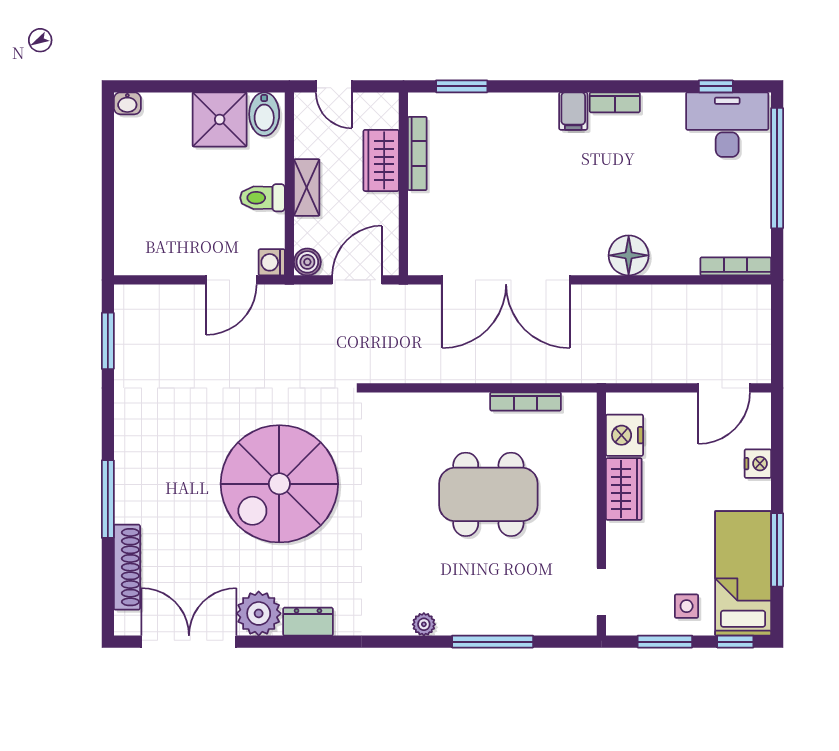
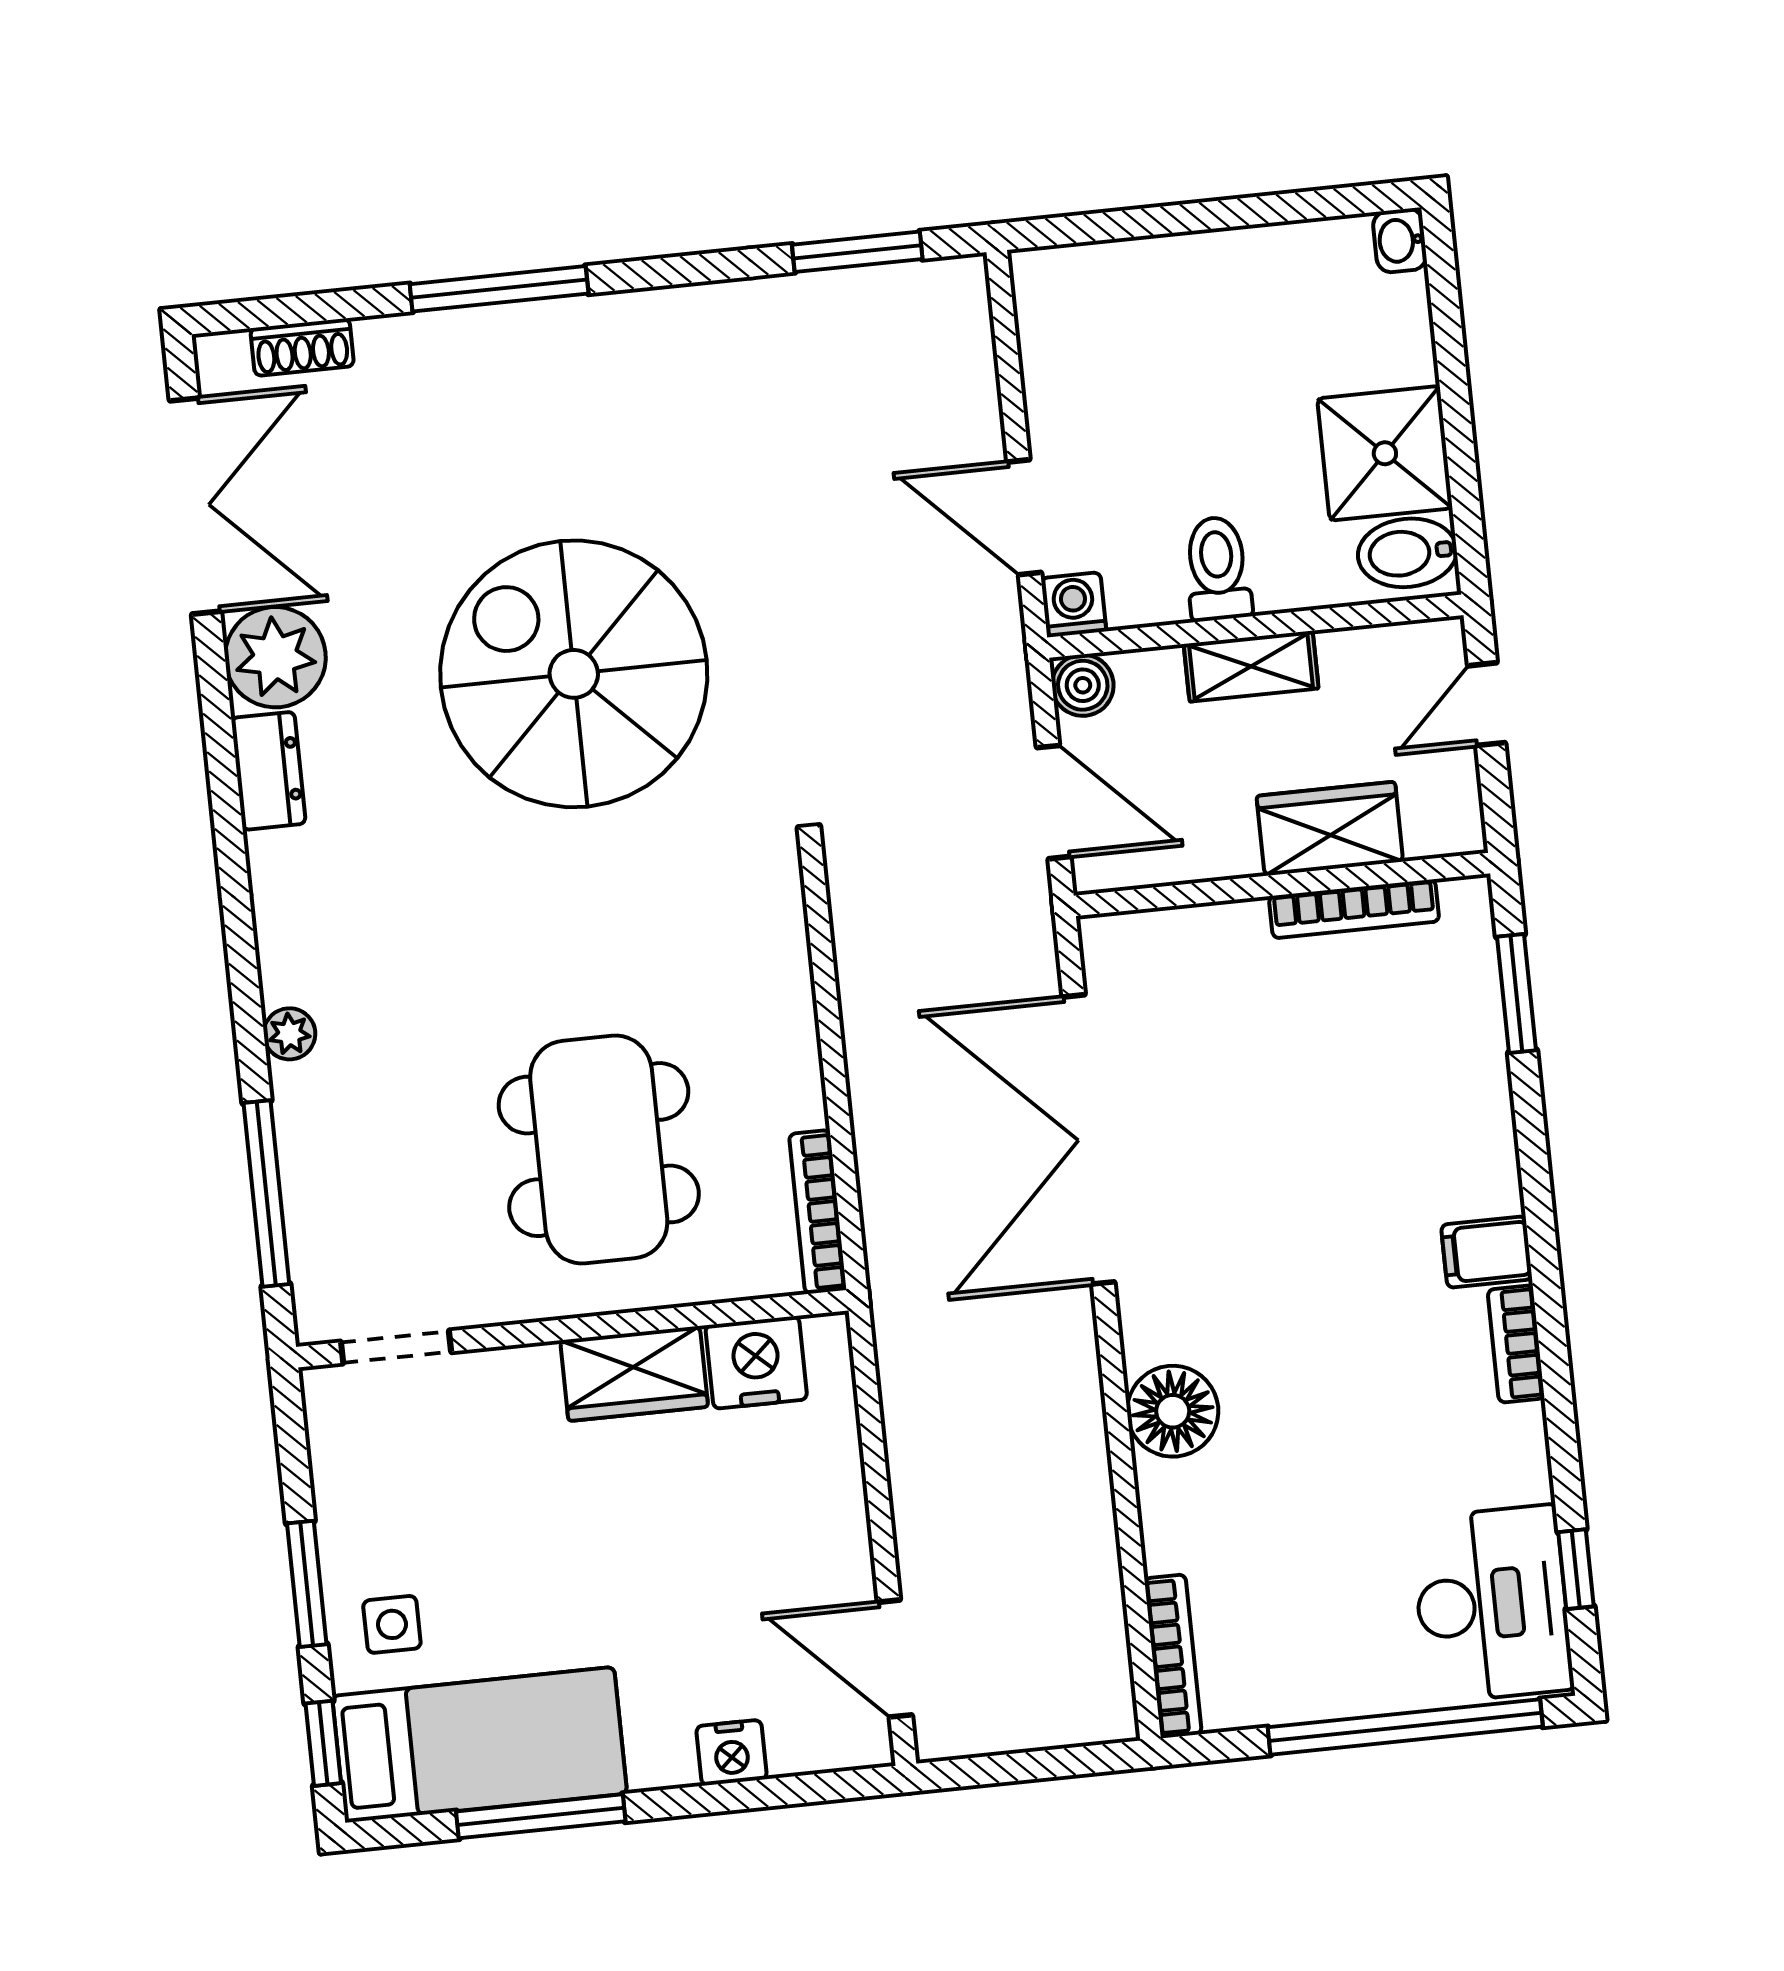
nightstand: (625, 435) -> (756, 1362), moved
wardrobe: (624, 489) -> (634, 1374), moved
wall: (601, 514) -> (572, 1329), moved
shoe rack: (127, 567) -> (302, 347), width x0.51, depth x0.81
doorway: (601, 592) -> (396, 1347), moved

